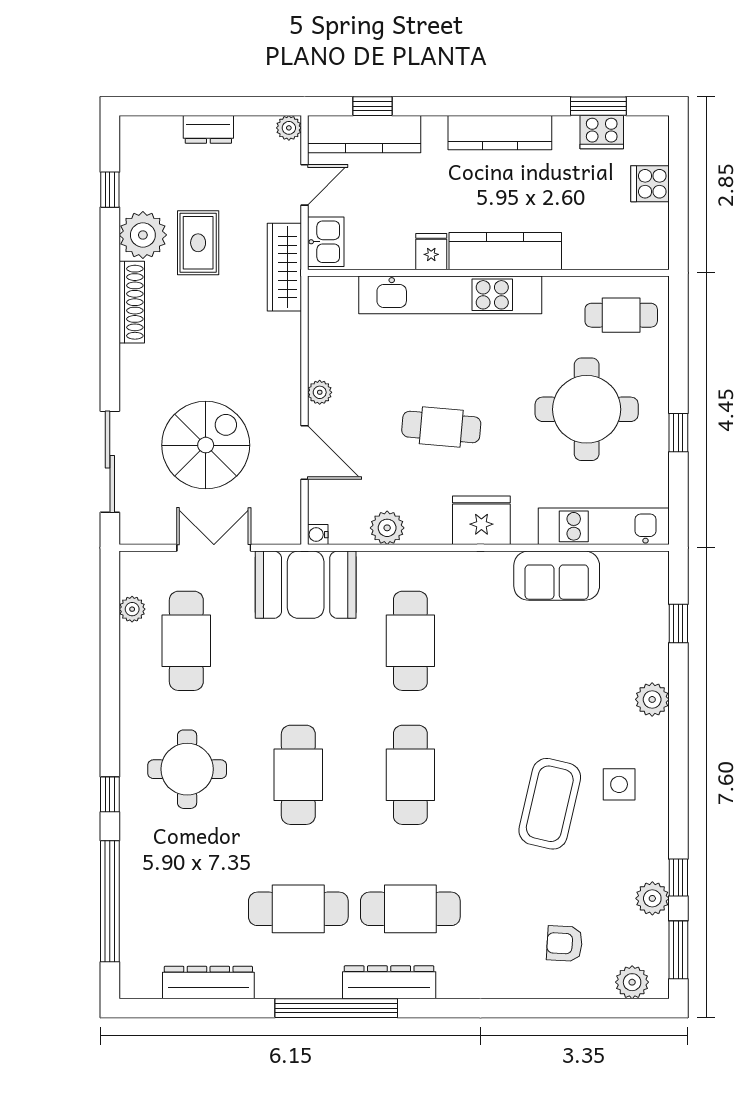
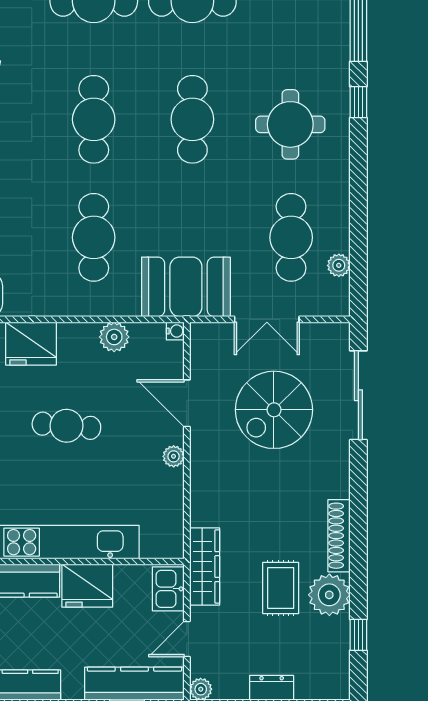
fridge: (431, 252) -> (87, 586), width x1.88, depth x1.34

